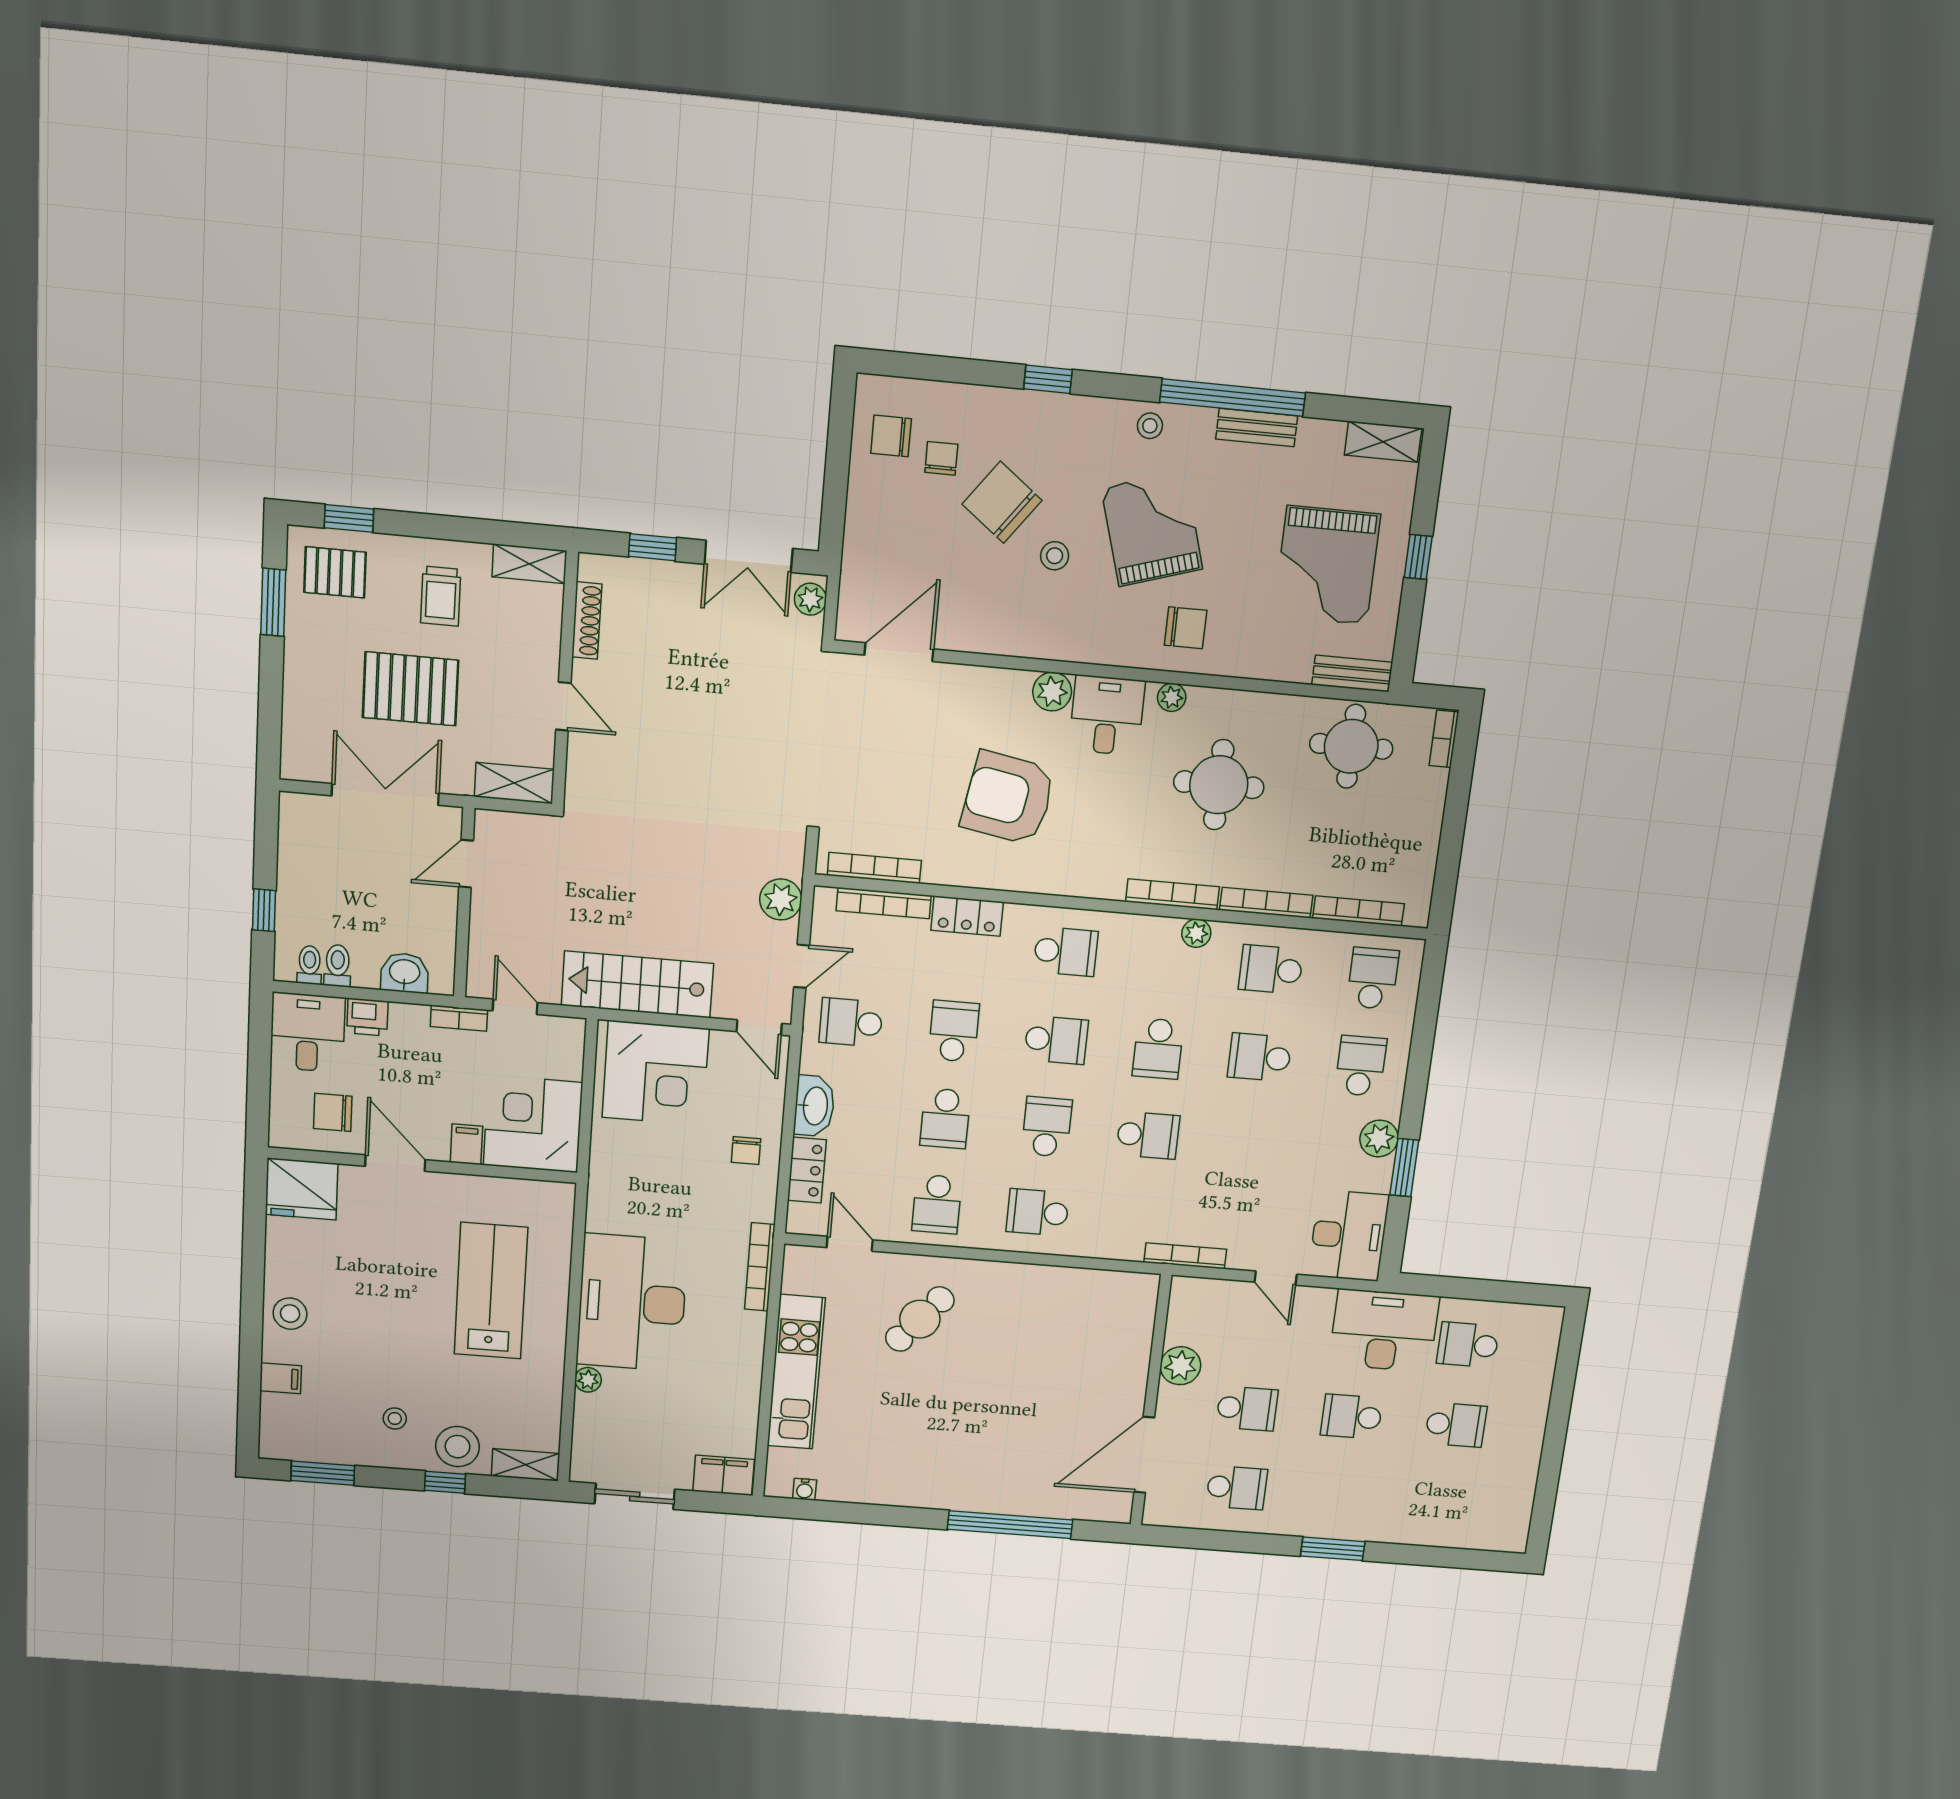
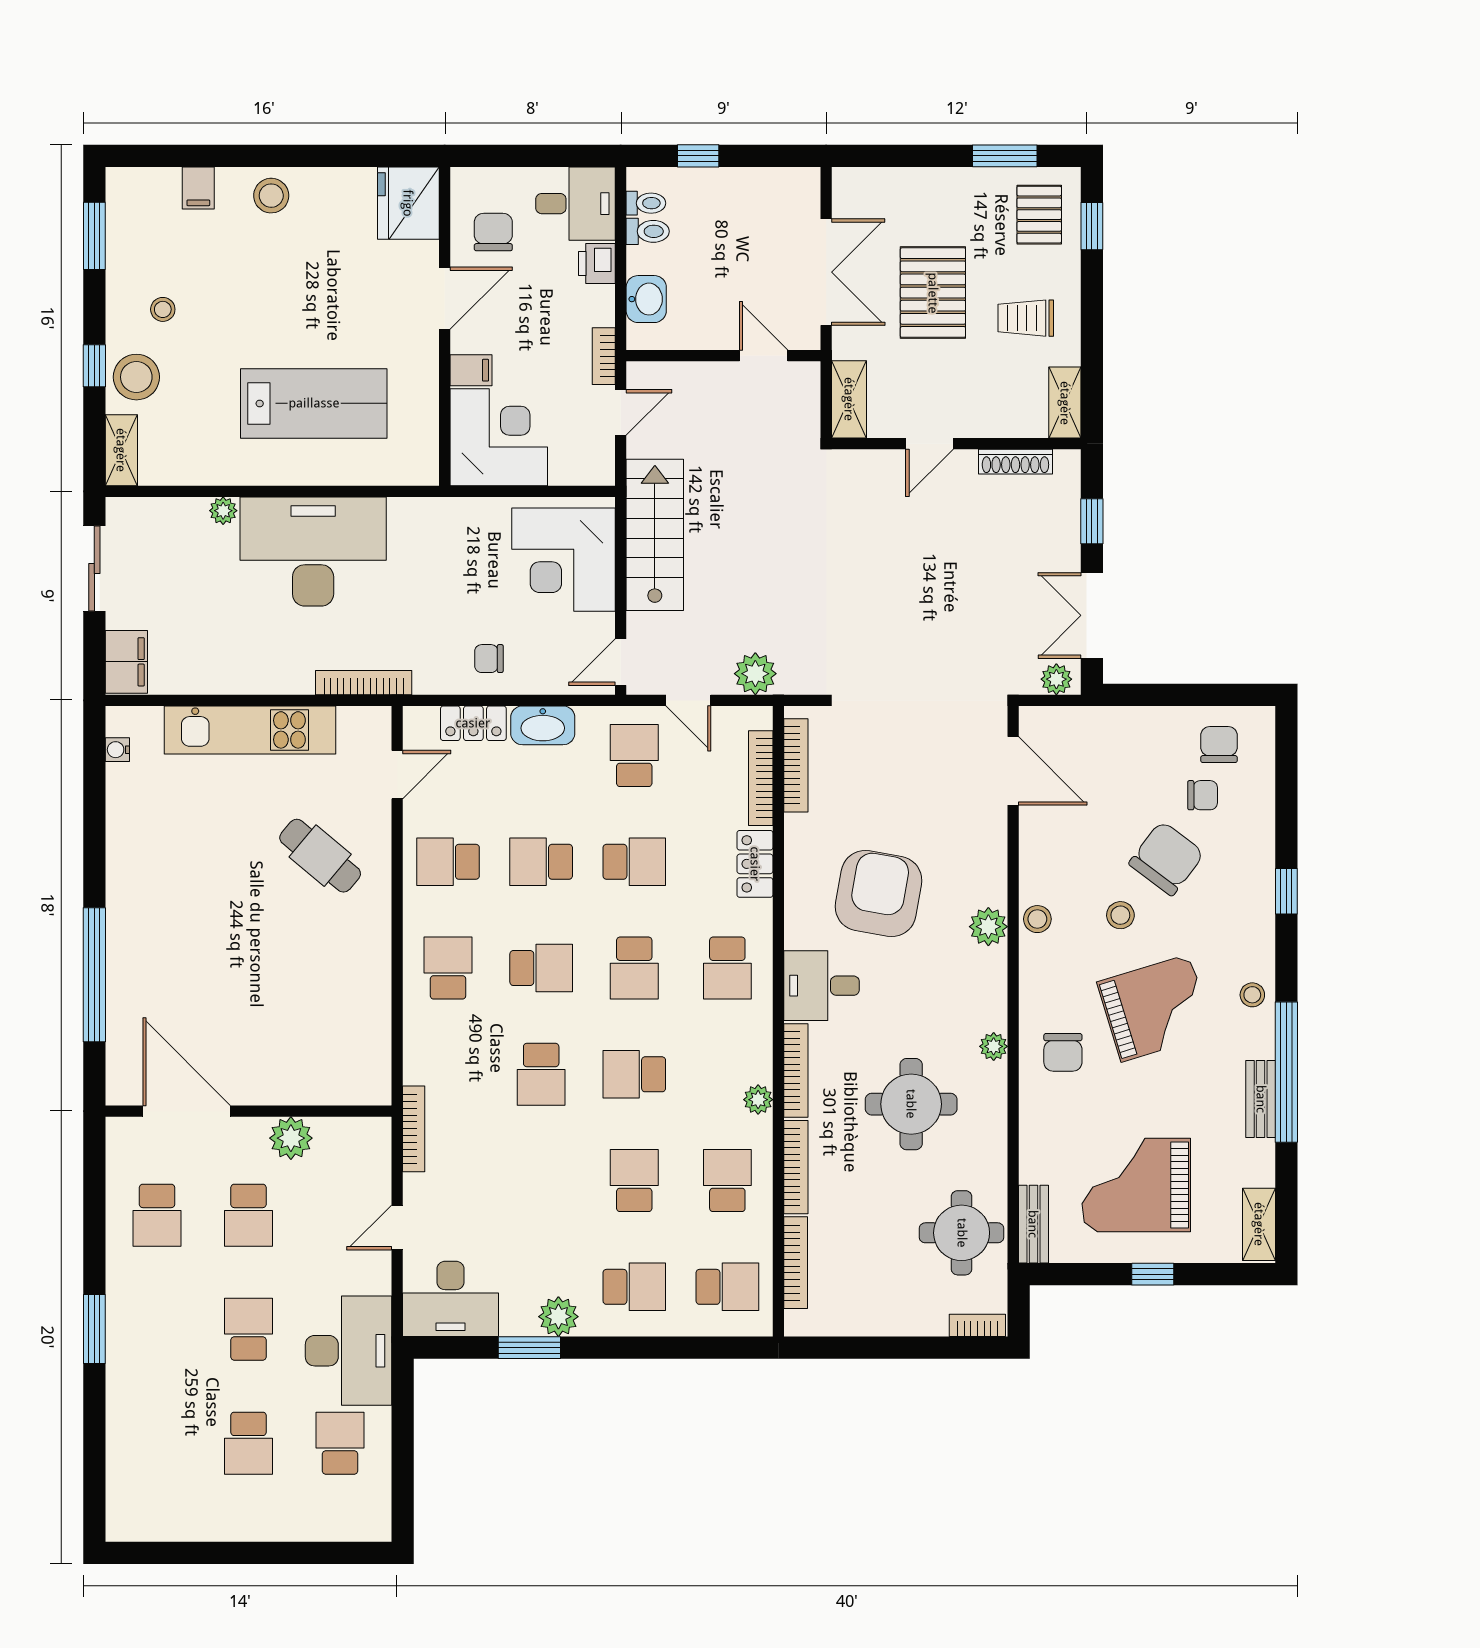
stool: (1050, 641) -> (1037, 919), added
desk: (1107, 715) -> (822, 986), moved, turned 180

